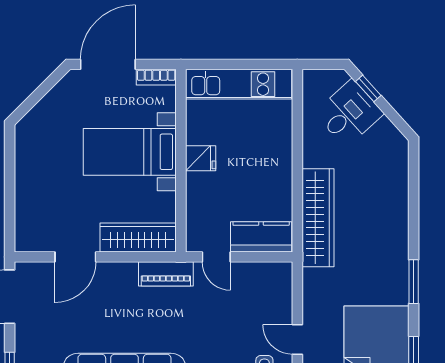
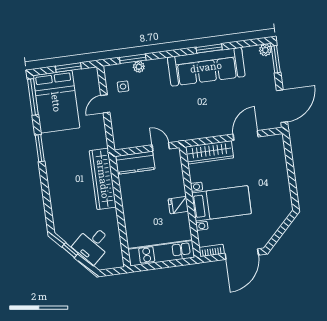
window: (368, 88) -> (70, 250), moved
piano: (166, 274) -> (190, 133), removed
door: (297, 340) -> (105, 104), swing flipped

